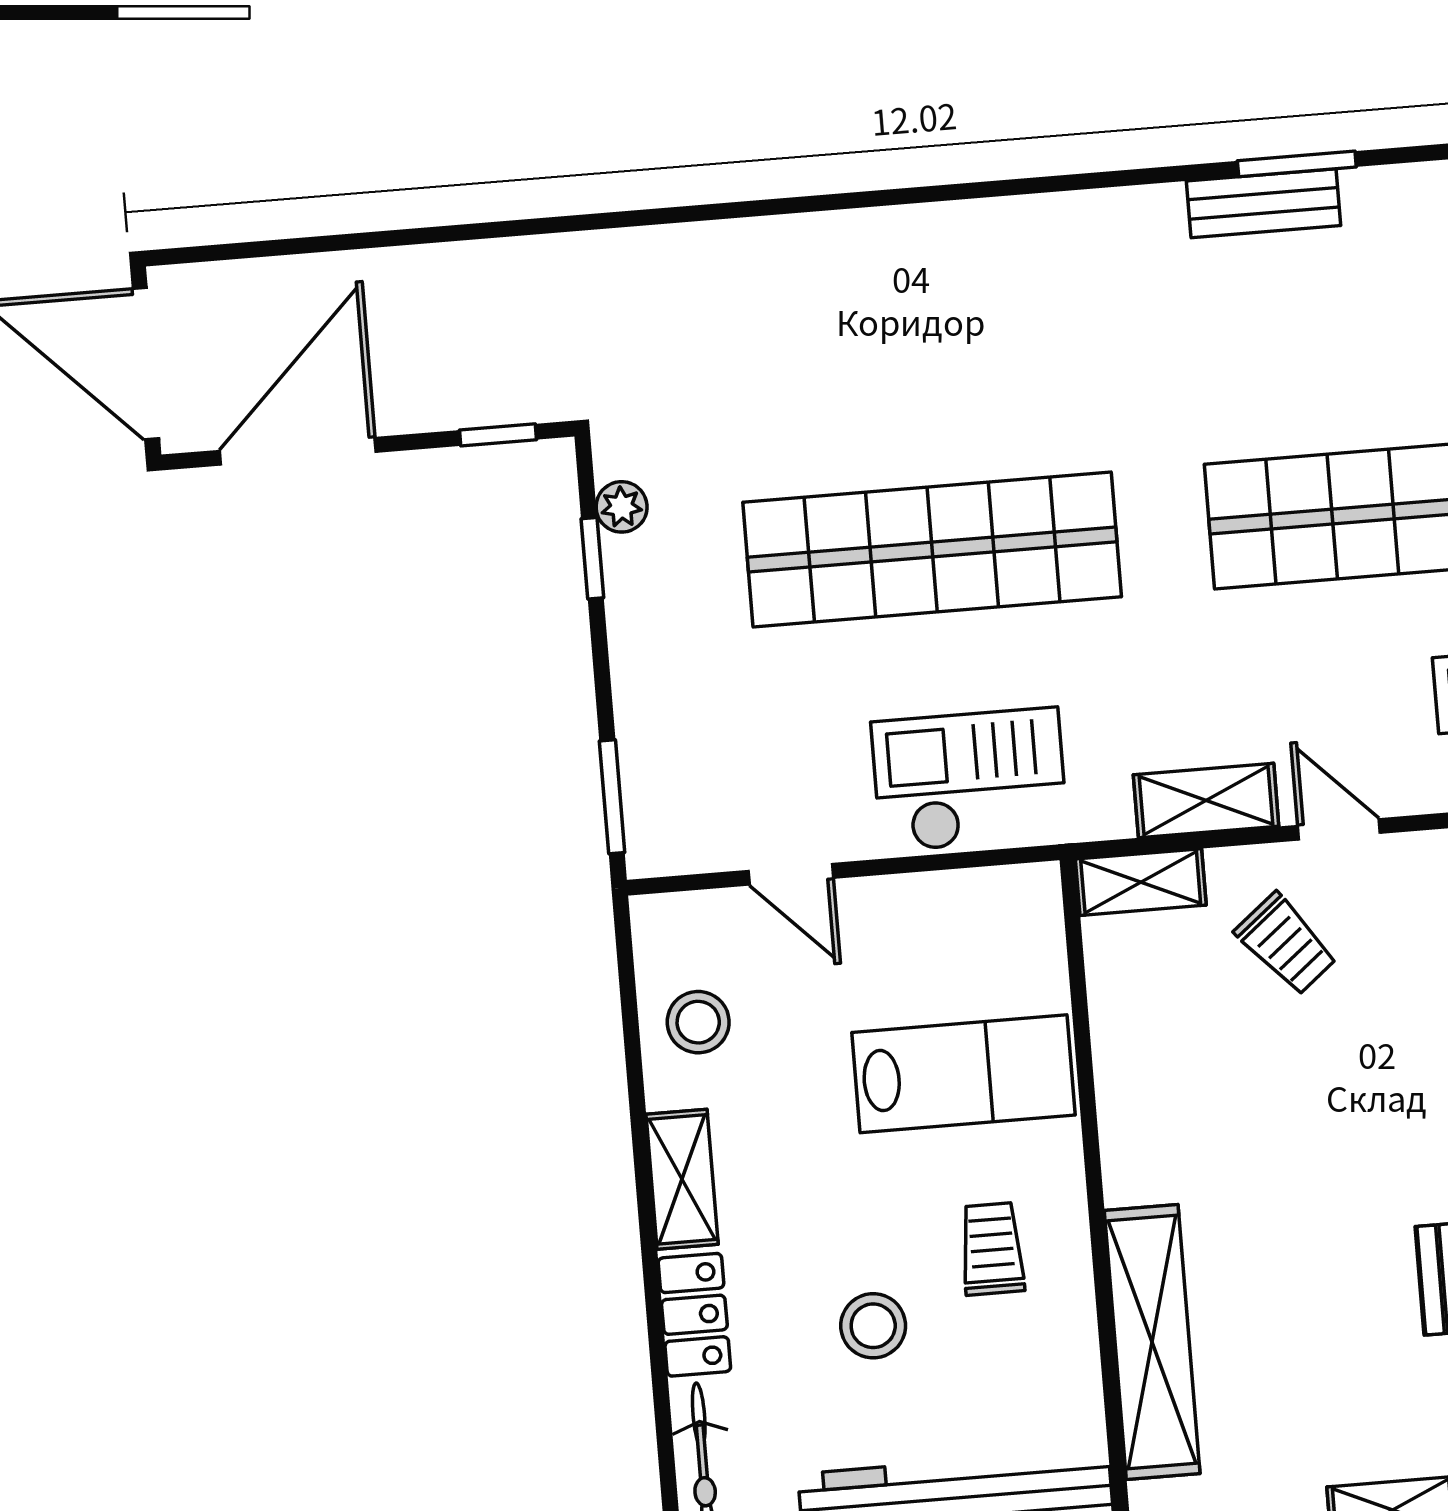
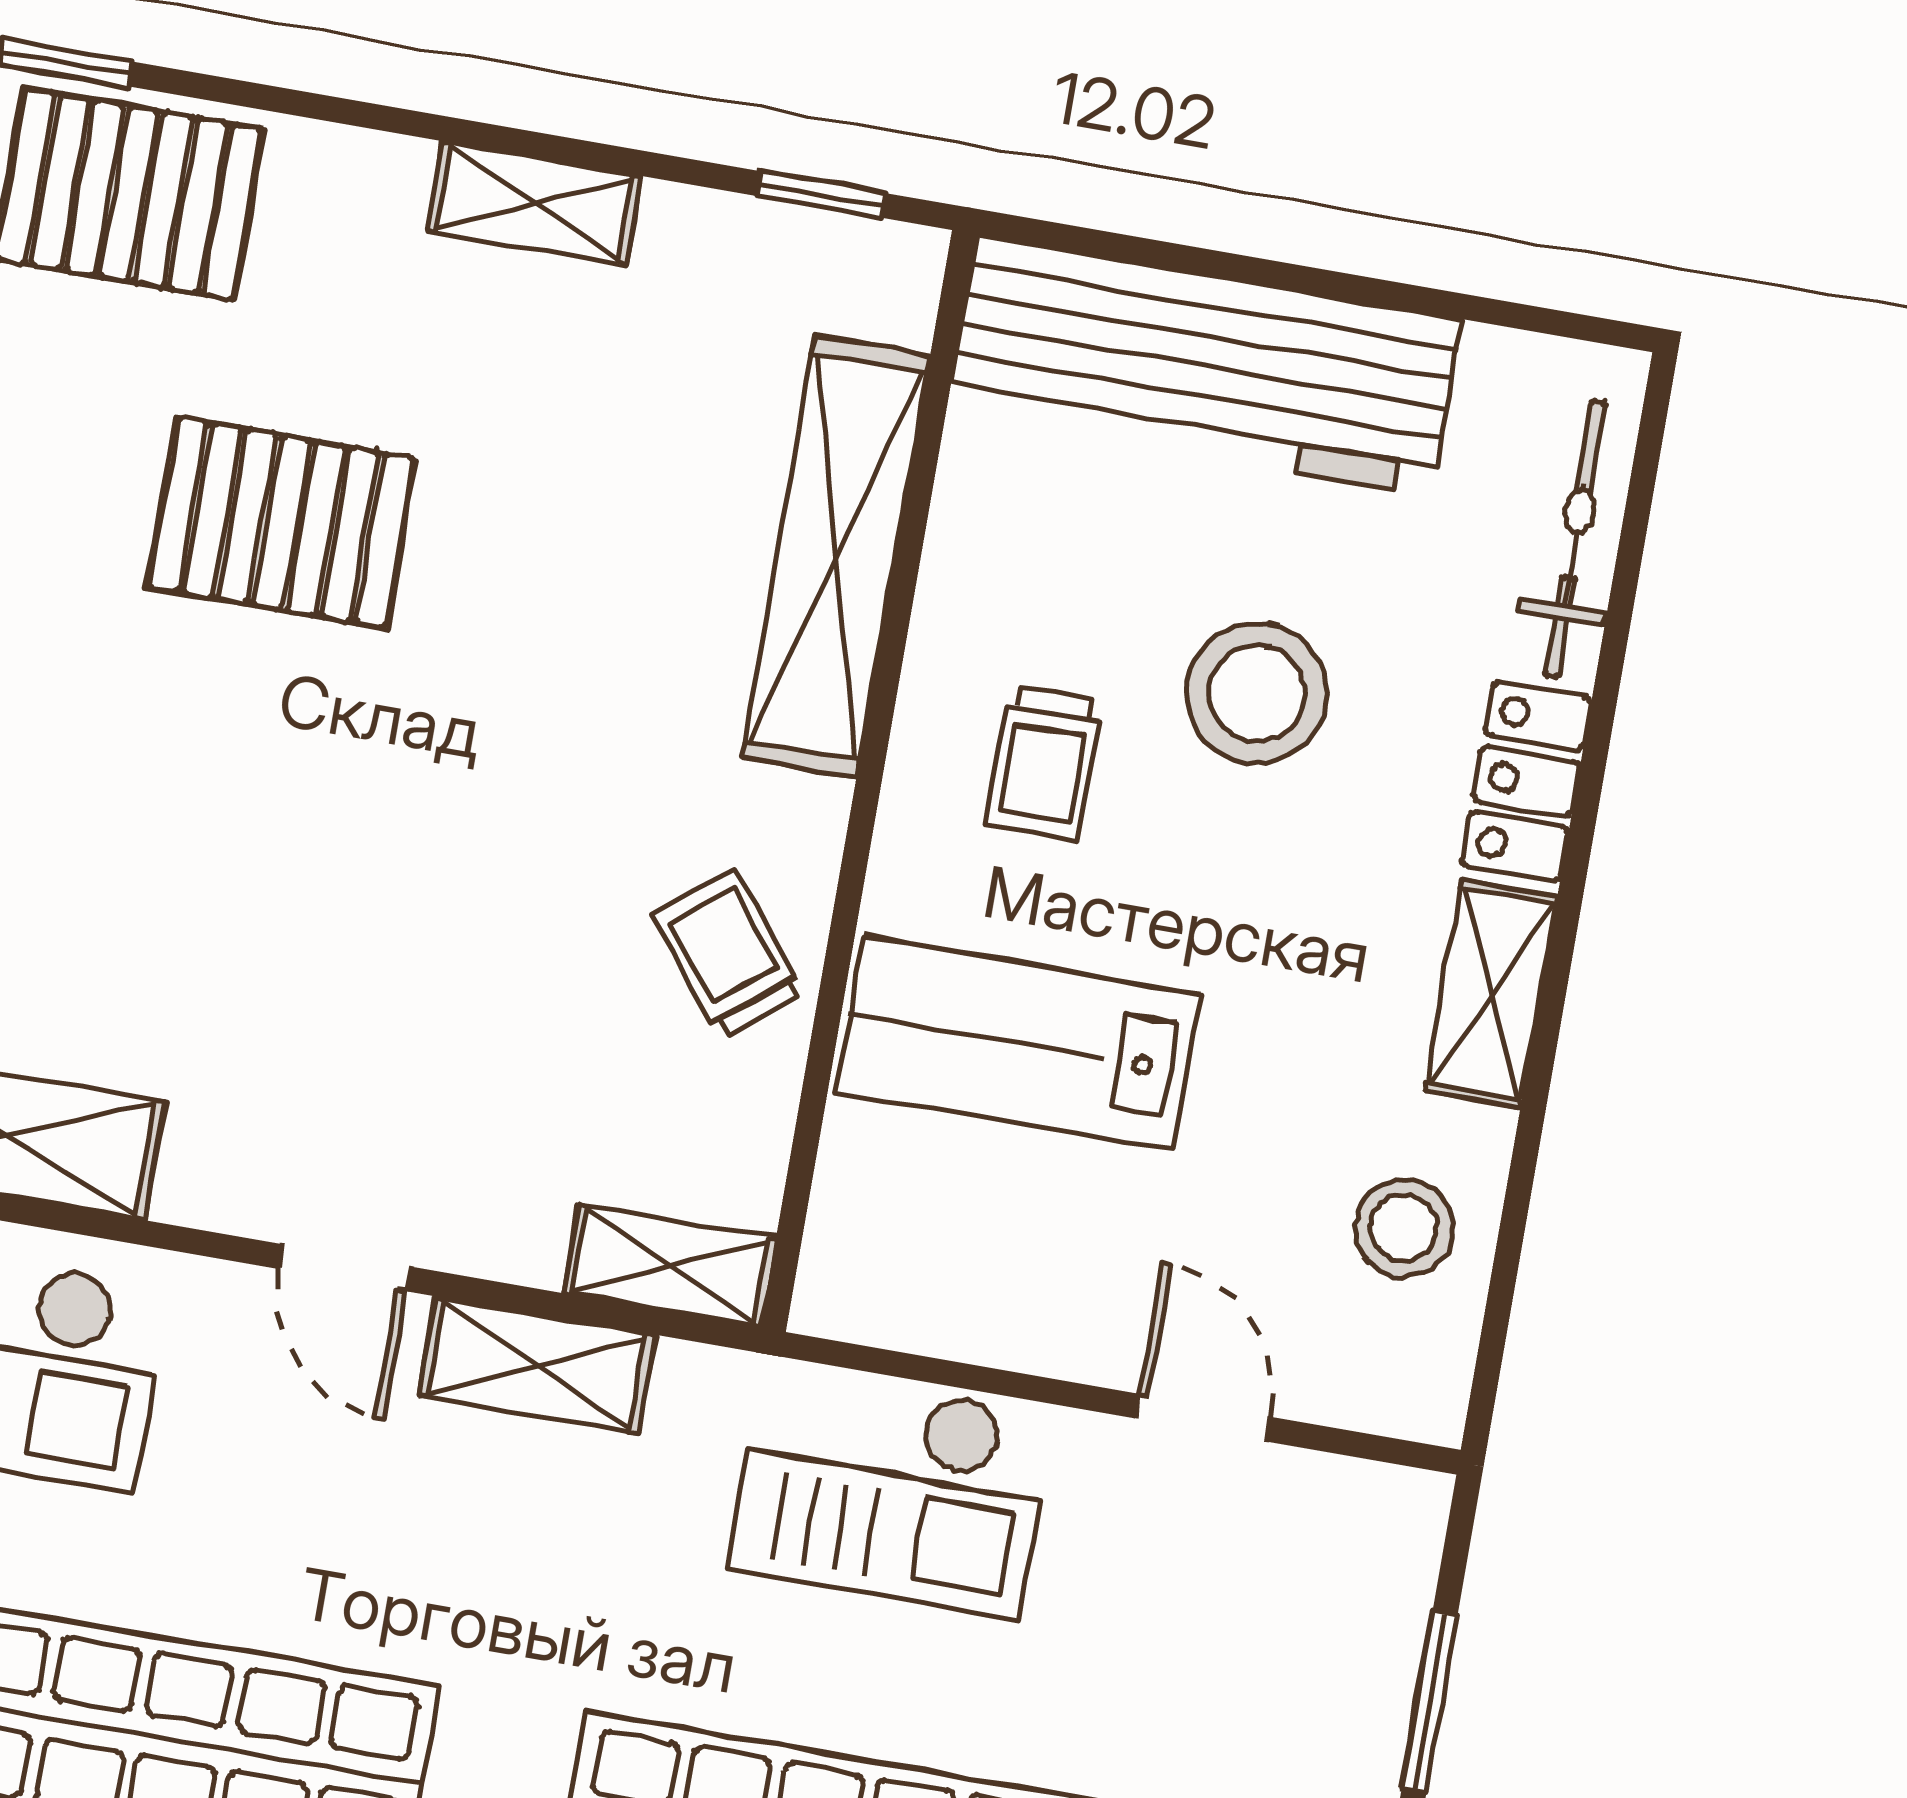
window: (612, 797) -> (1430, 1702), moved
trolley: (1286, 944) -> (728, 954), moved
stool: (873, 1326) -> (1257, 693), width x1.38, depth x1.38

